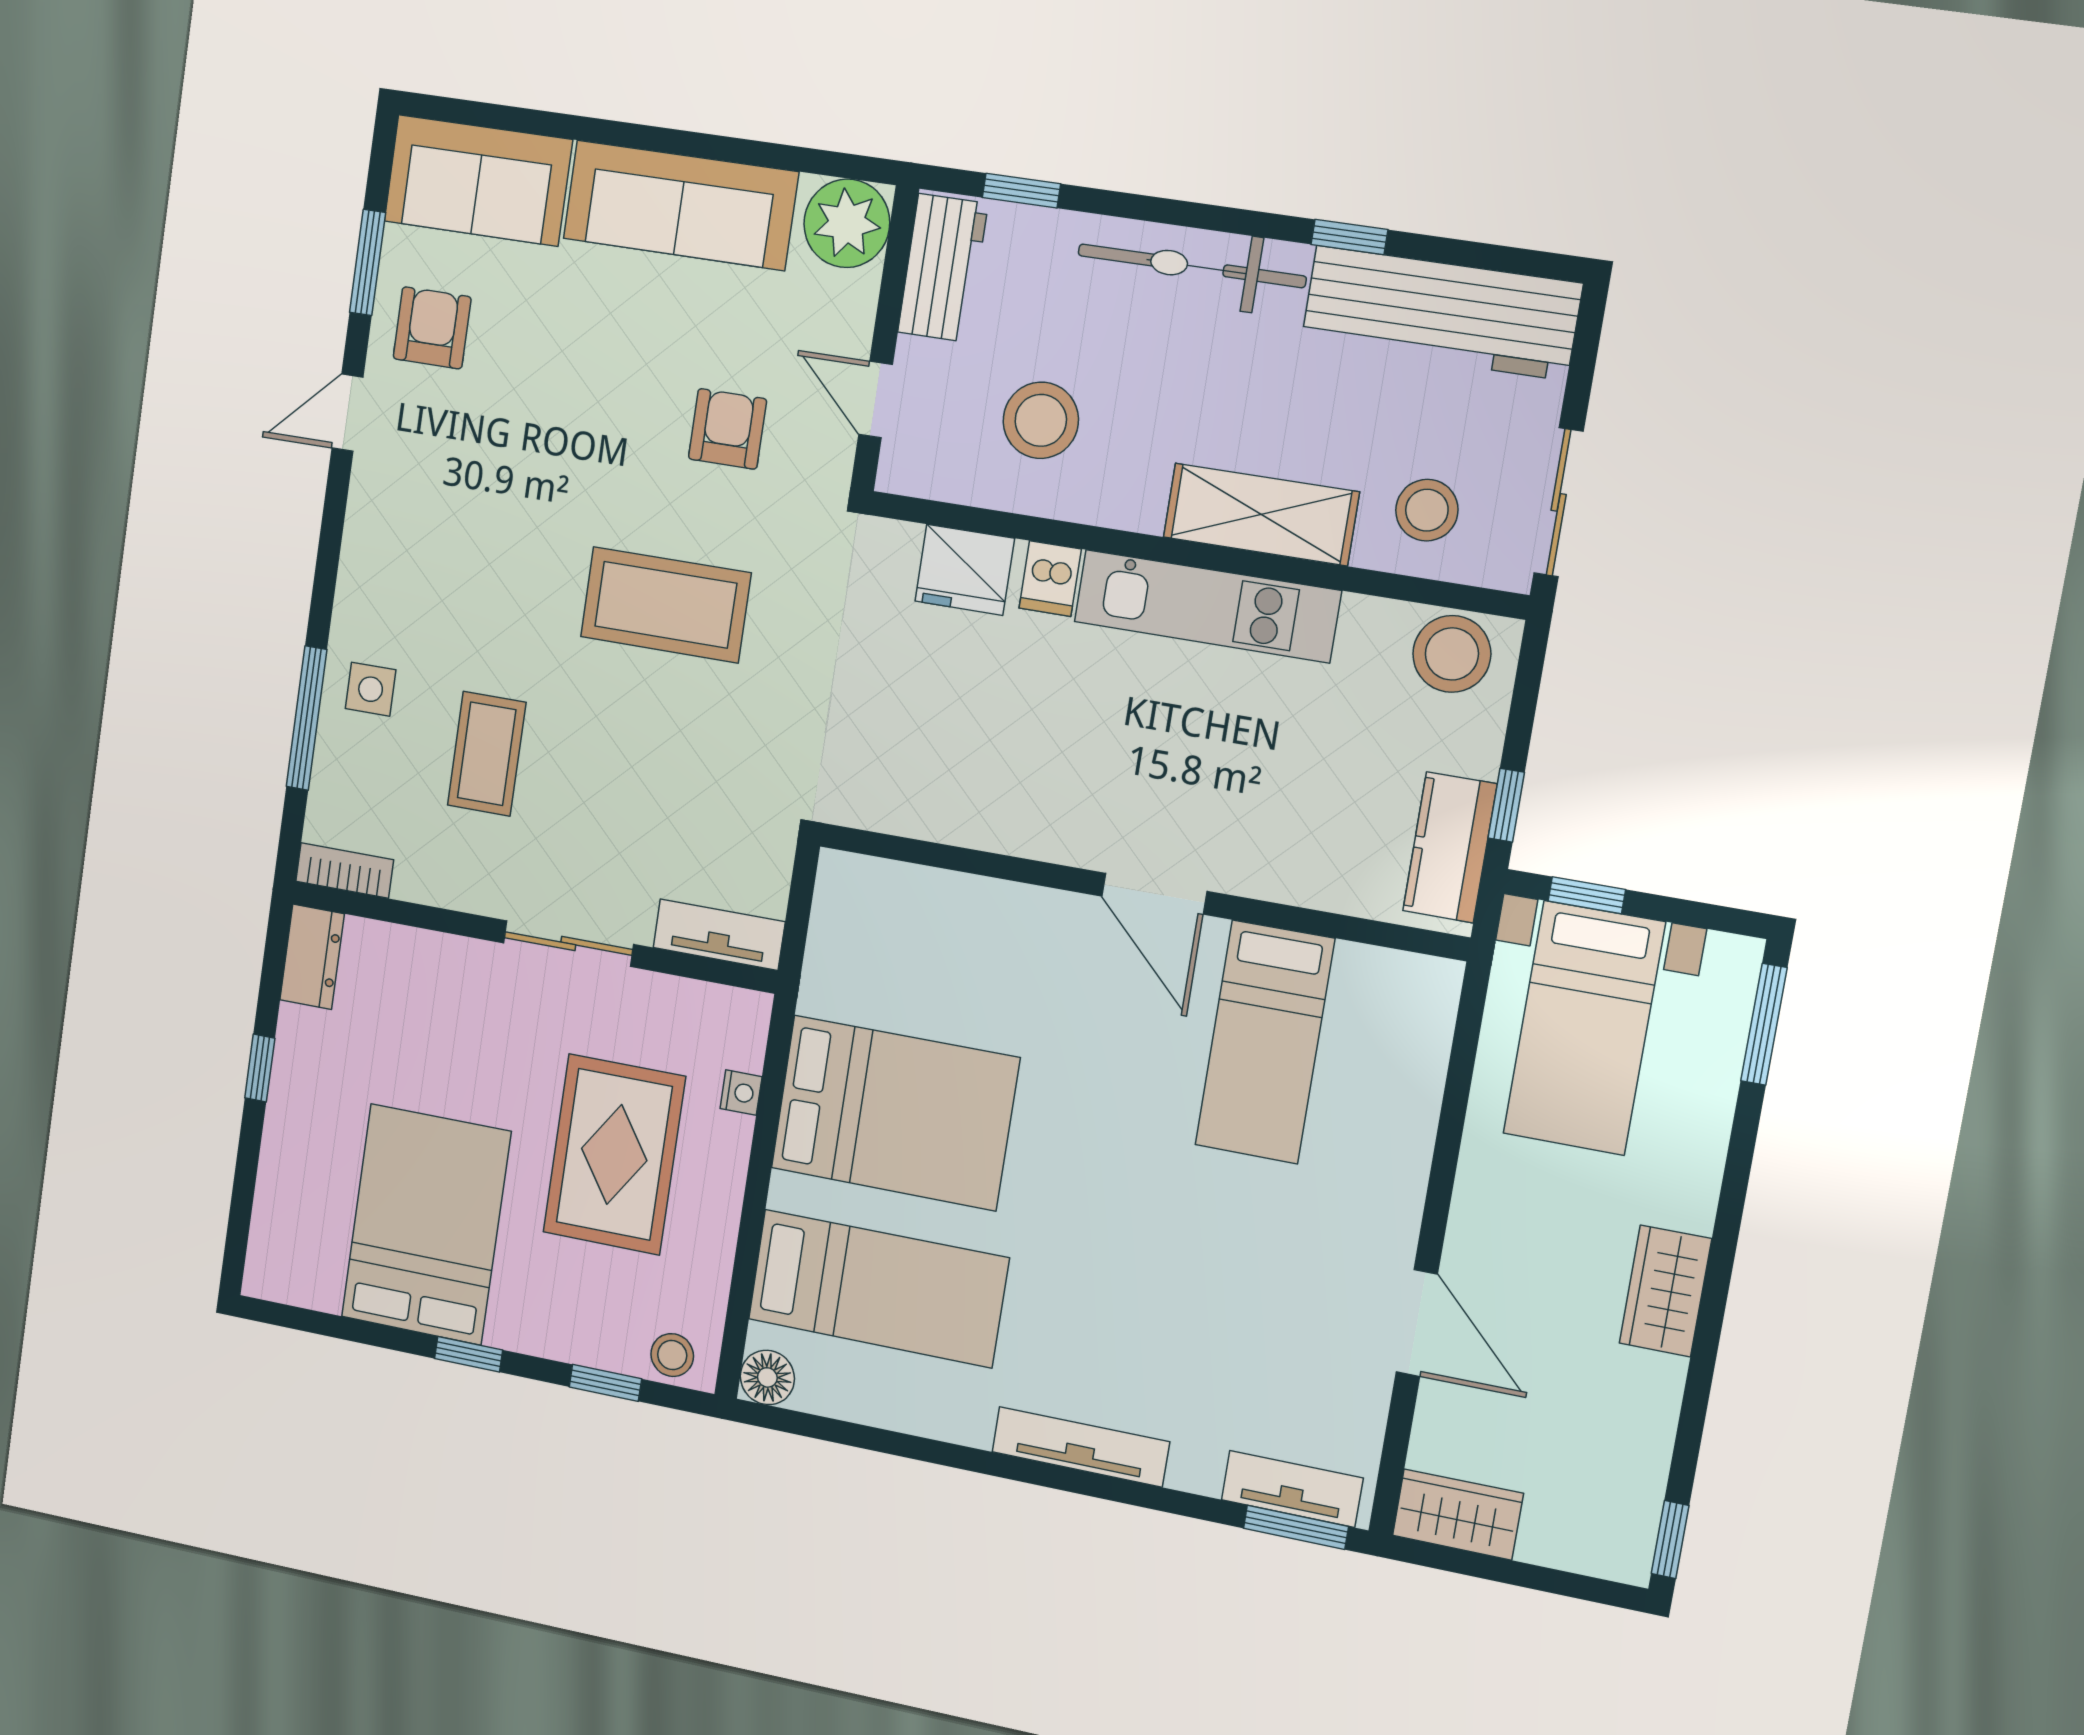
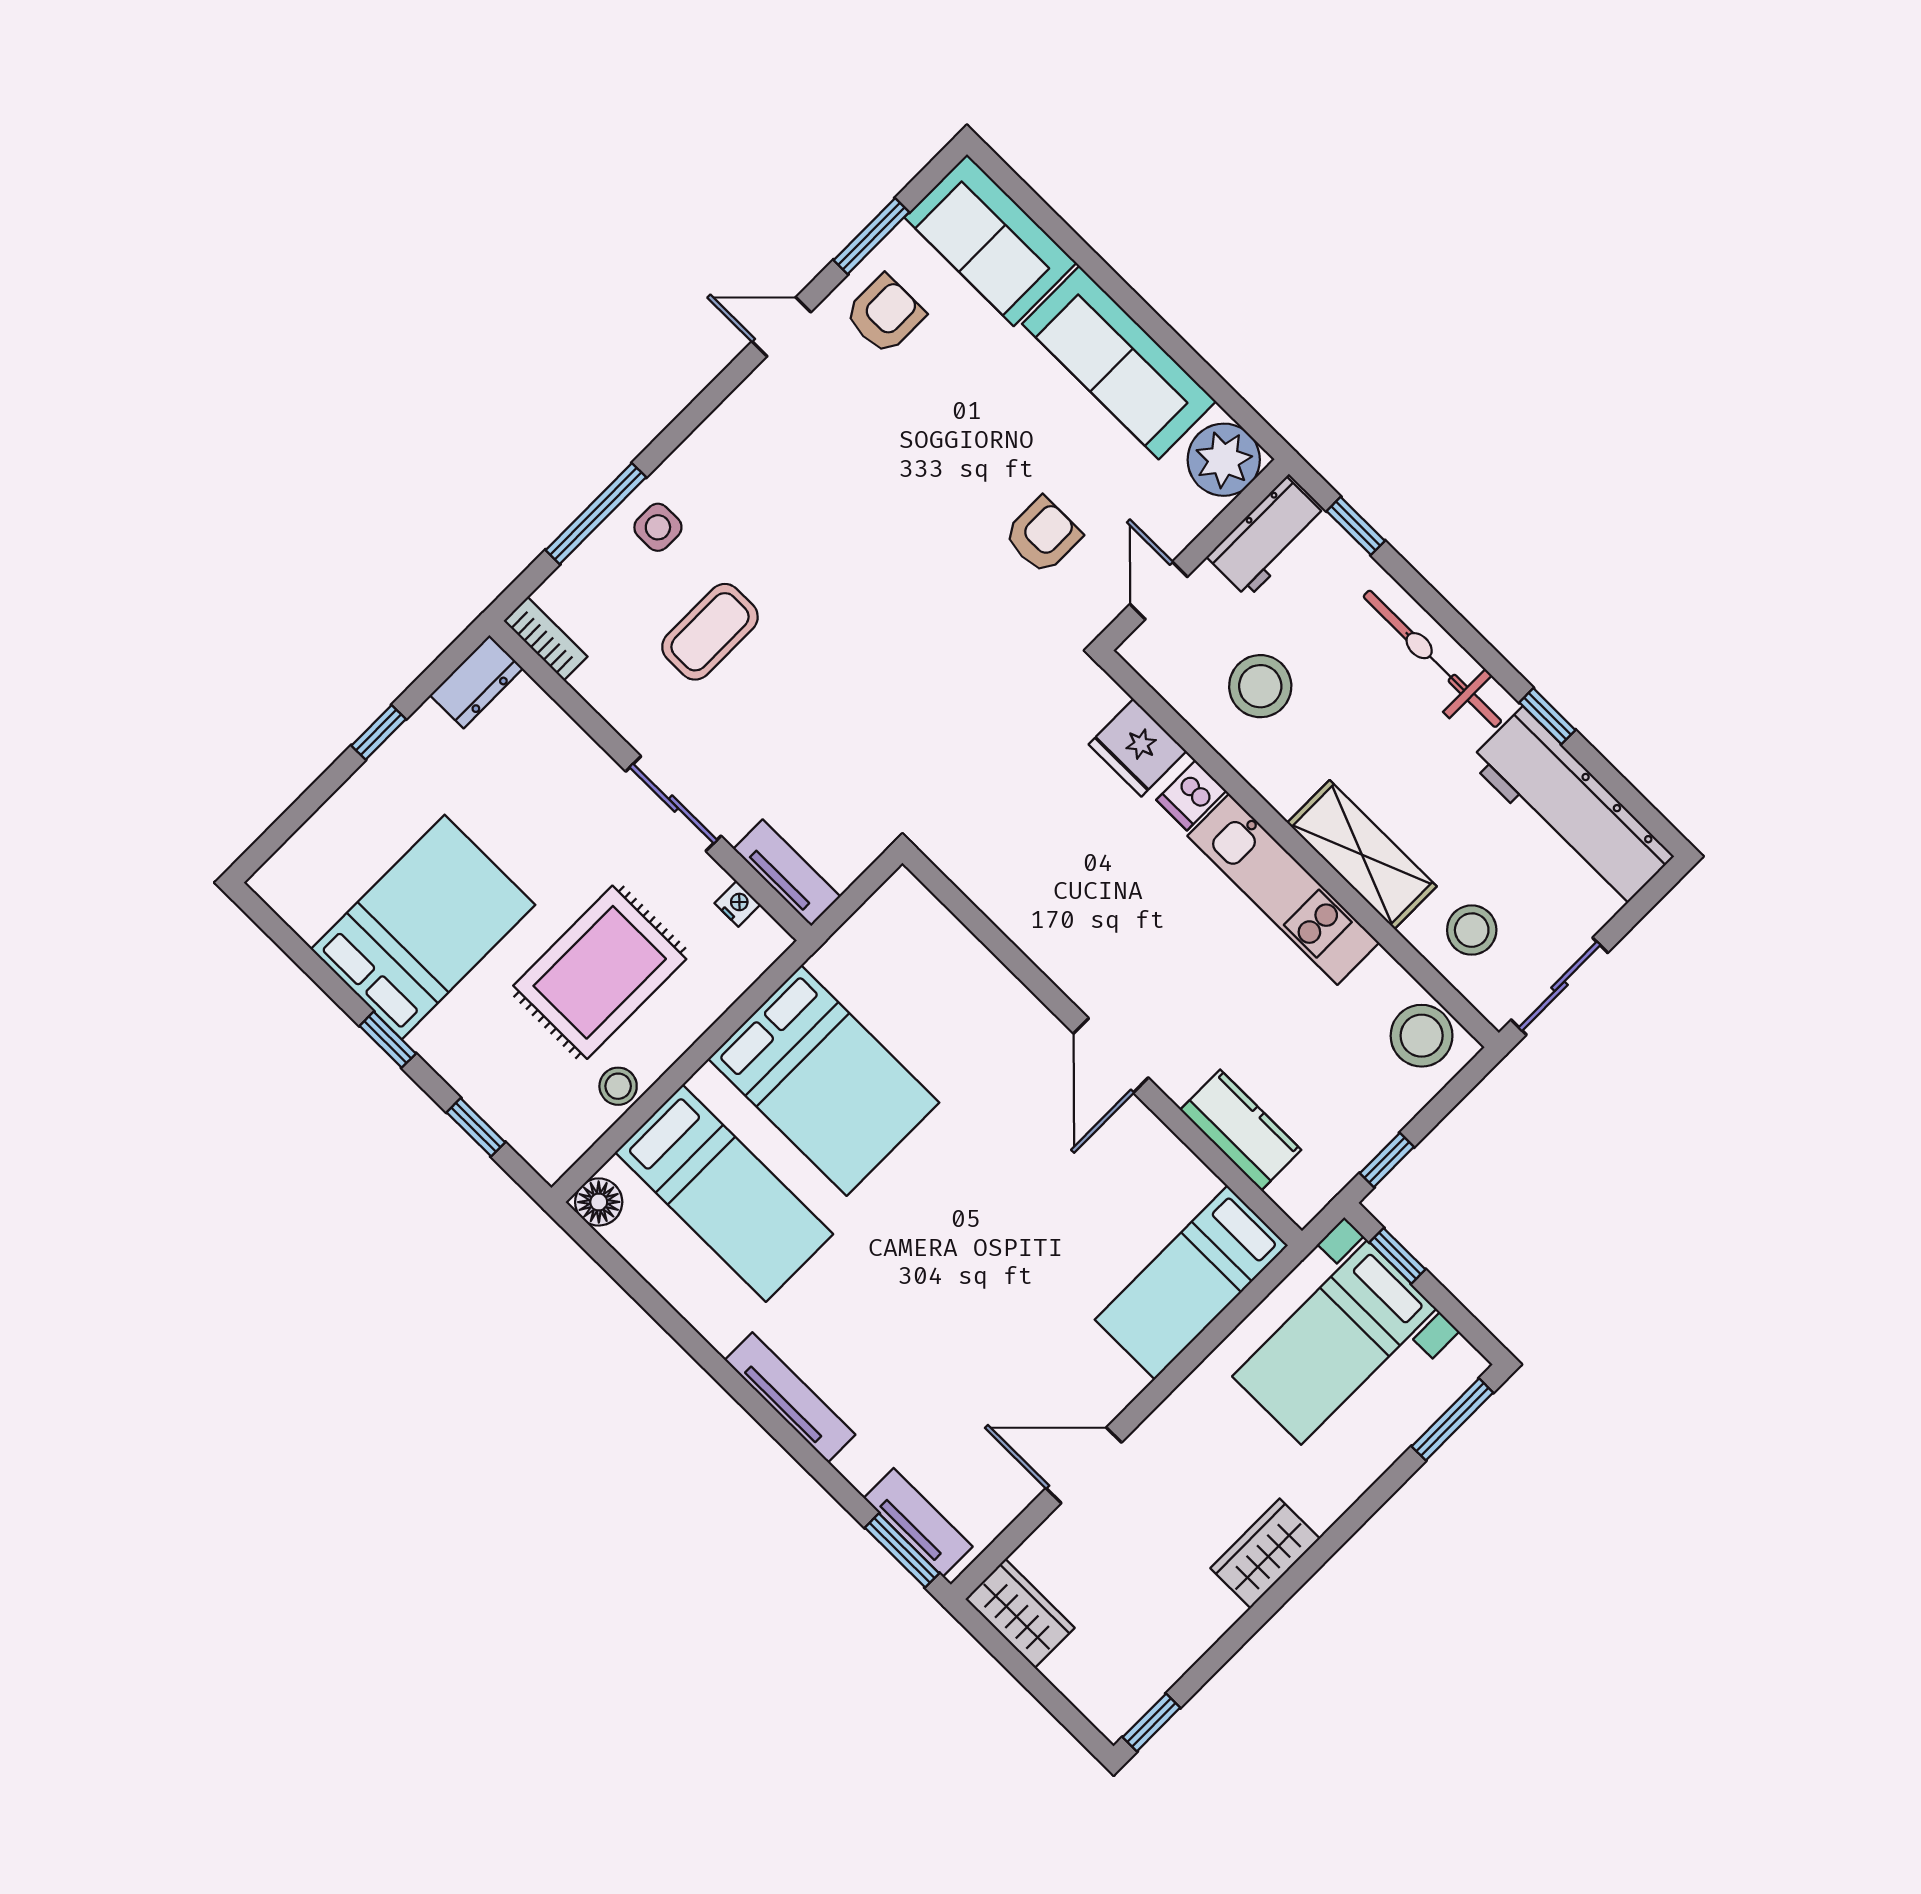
coffee table: (666, 605) -> (913, 622), removed
kitchen counter: (1450, 847) -> (1241, 1130), moved, turned 90
bed: (1265, 1042) -> (1191, 1282), moved
nightstand: (741, 1093) -> (738, 904), moved, turned -90
door: (1417, 1323) -> (1084, 1465), swing flipped
stool: (672, 1355) -> (618, 1086), moved

